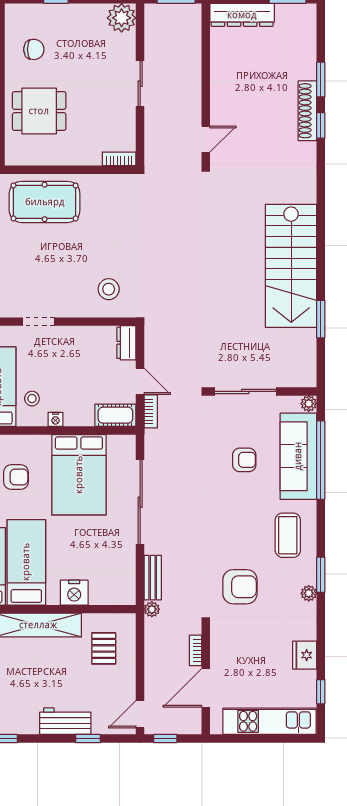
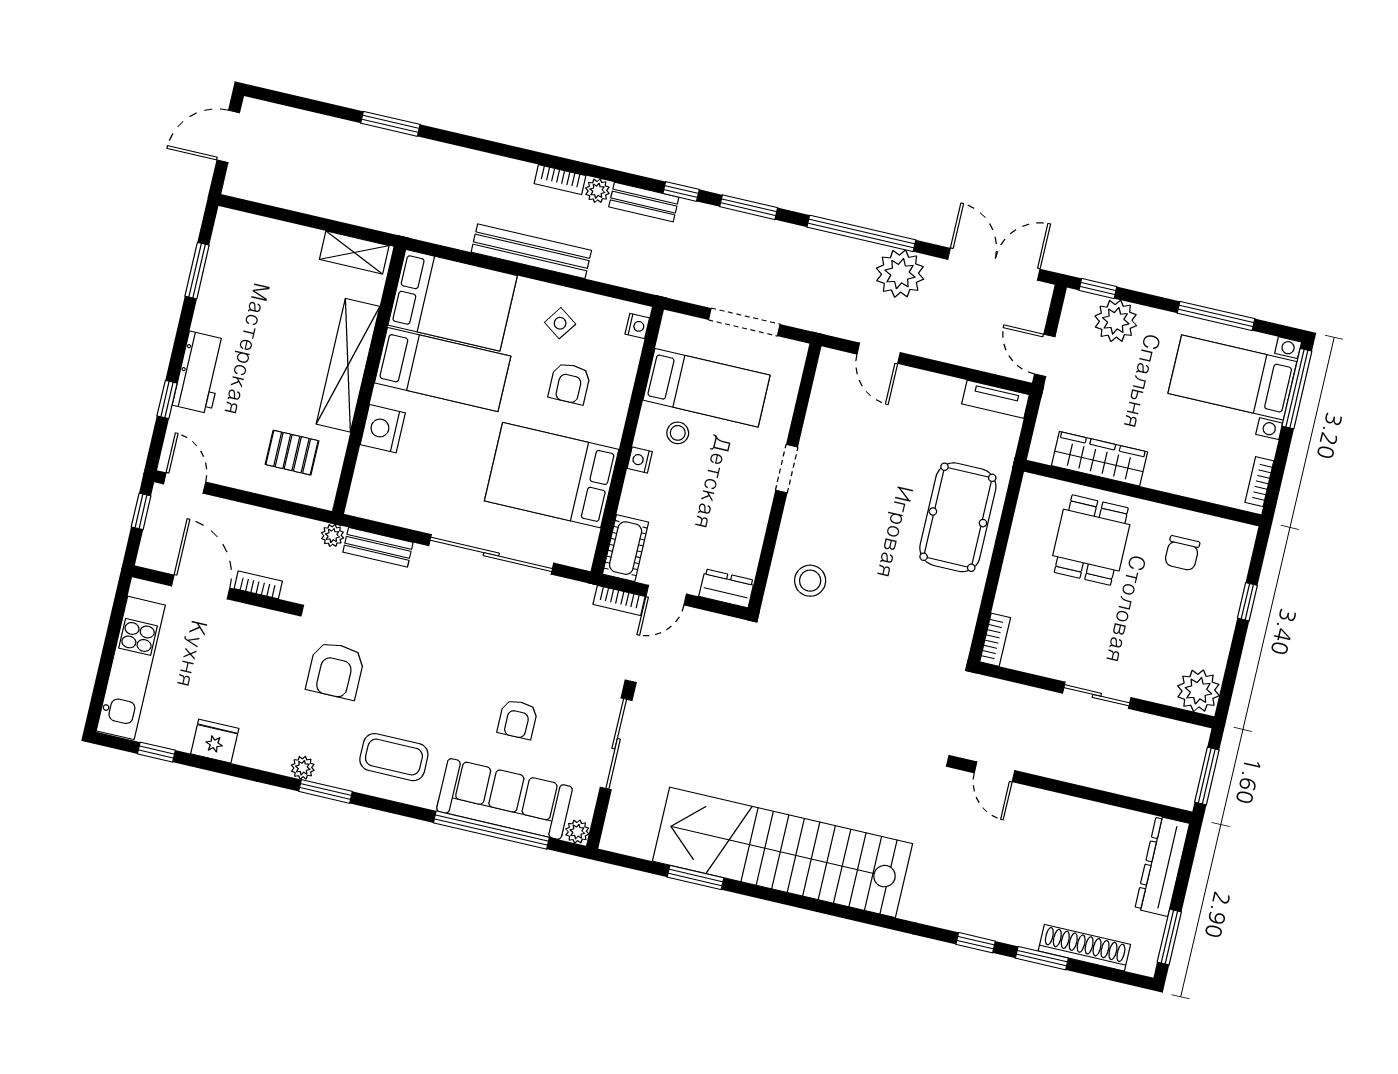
shoe rack: (307, 111) -> (1084, 948), moved
stairs: (291, 266) -> (783, 852), width x1.36

